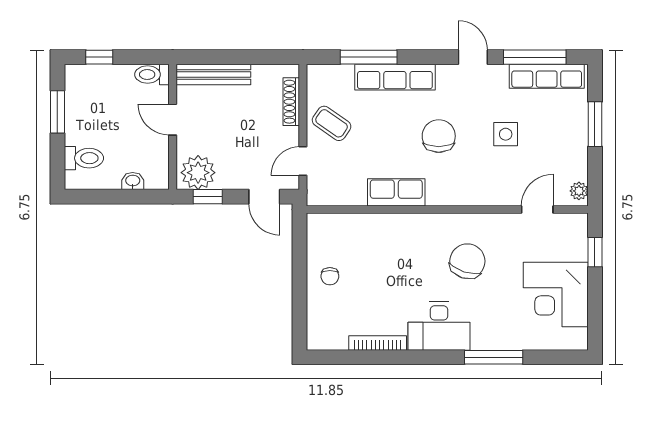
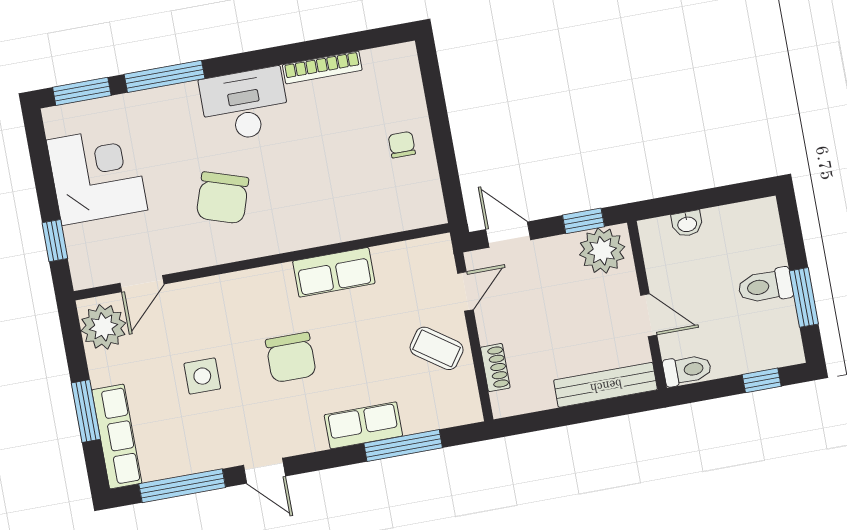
row of seats: (547, 76) -> (117, 437), moved, turned 90
row of seats: (395, 77) -> (363, 425), width x0.68
shoe rack: (291, 102) -> (495, 368), width x0.70
toilet: (84, 158) -> (765, 286), moved
plant: (579, 191) -> (103, 327), width x1.88, depth x1.88
window: (556, 357) -> (82, 91), added

